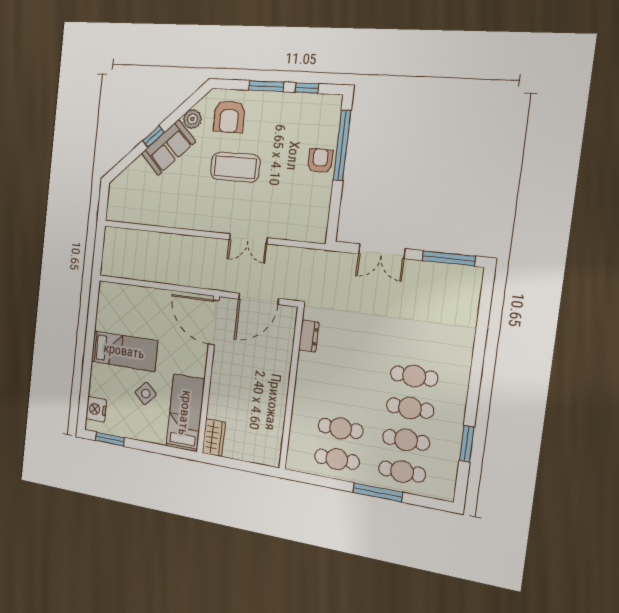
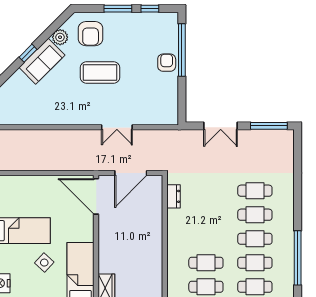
cafe table: (418, 344) -> (255, 191), added
window: (467, 444) -> (298, 258), width x2.11

